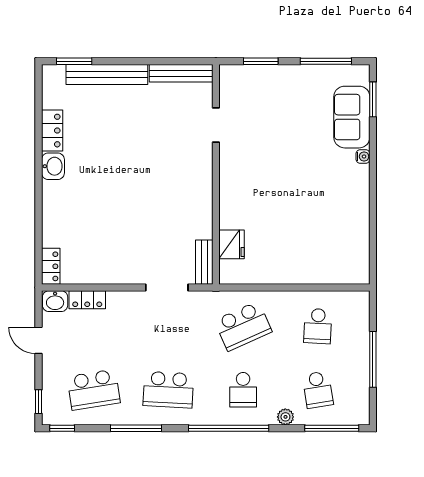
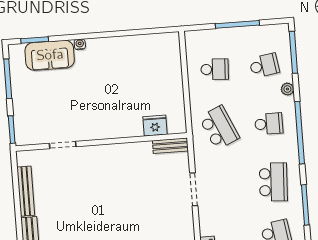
doorway: (216, 125) -> (63, 145), moved
wall: (216, 174) -> (101, 142), moved
fridge: (231, 244) -> (155, 126), moved
bench: (204, 262) -> (170, 146), moved

